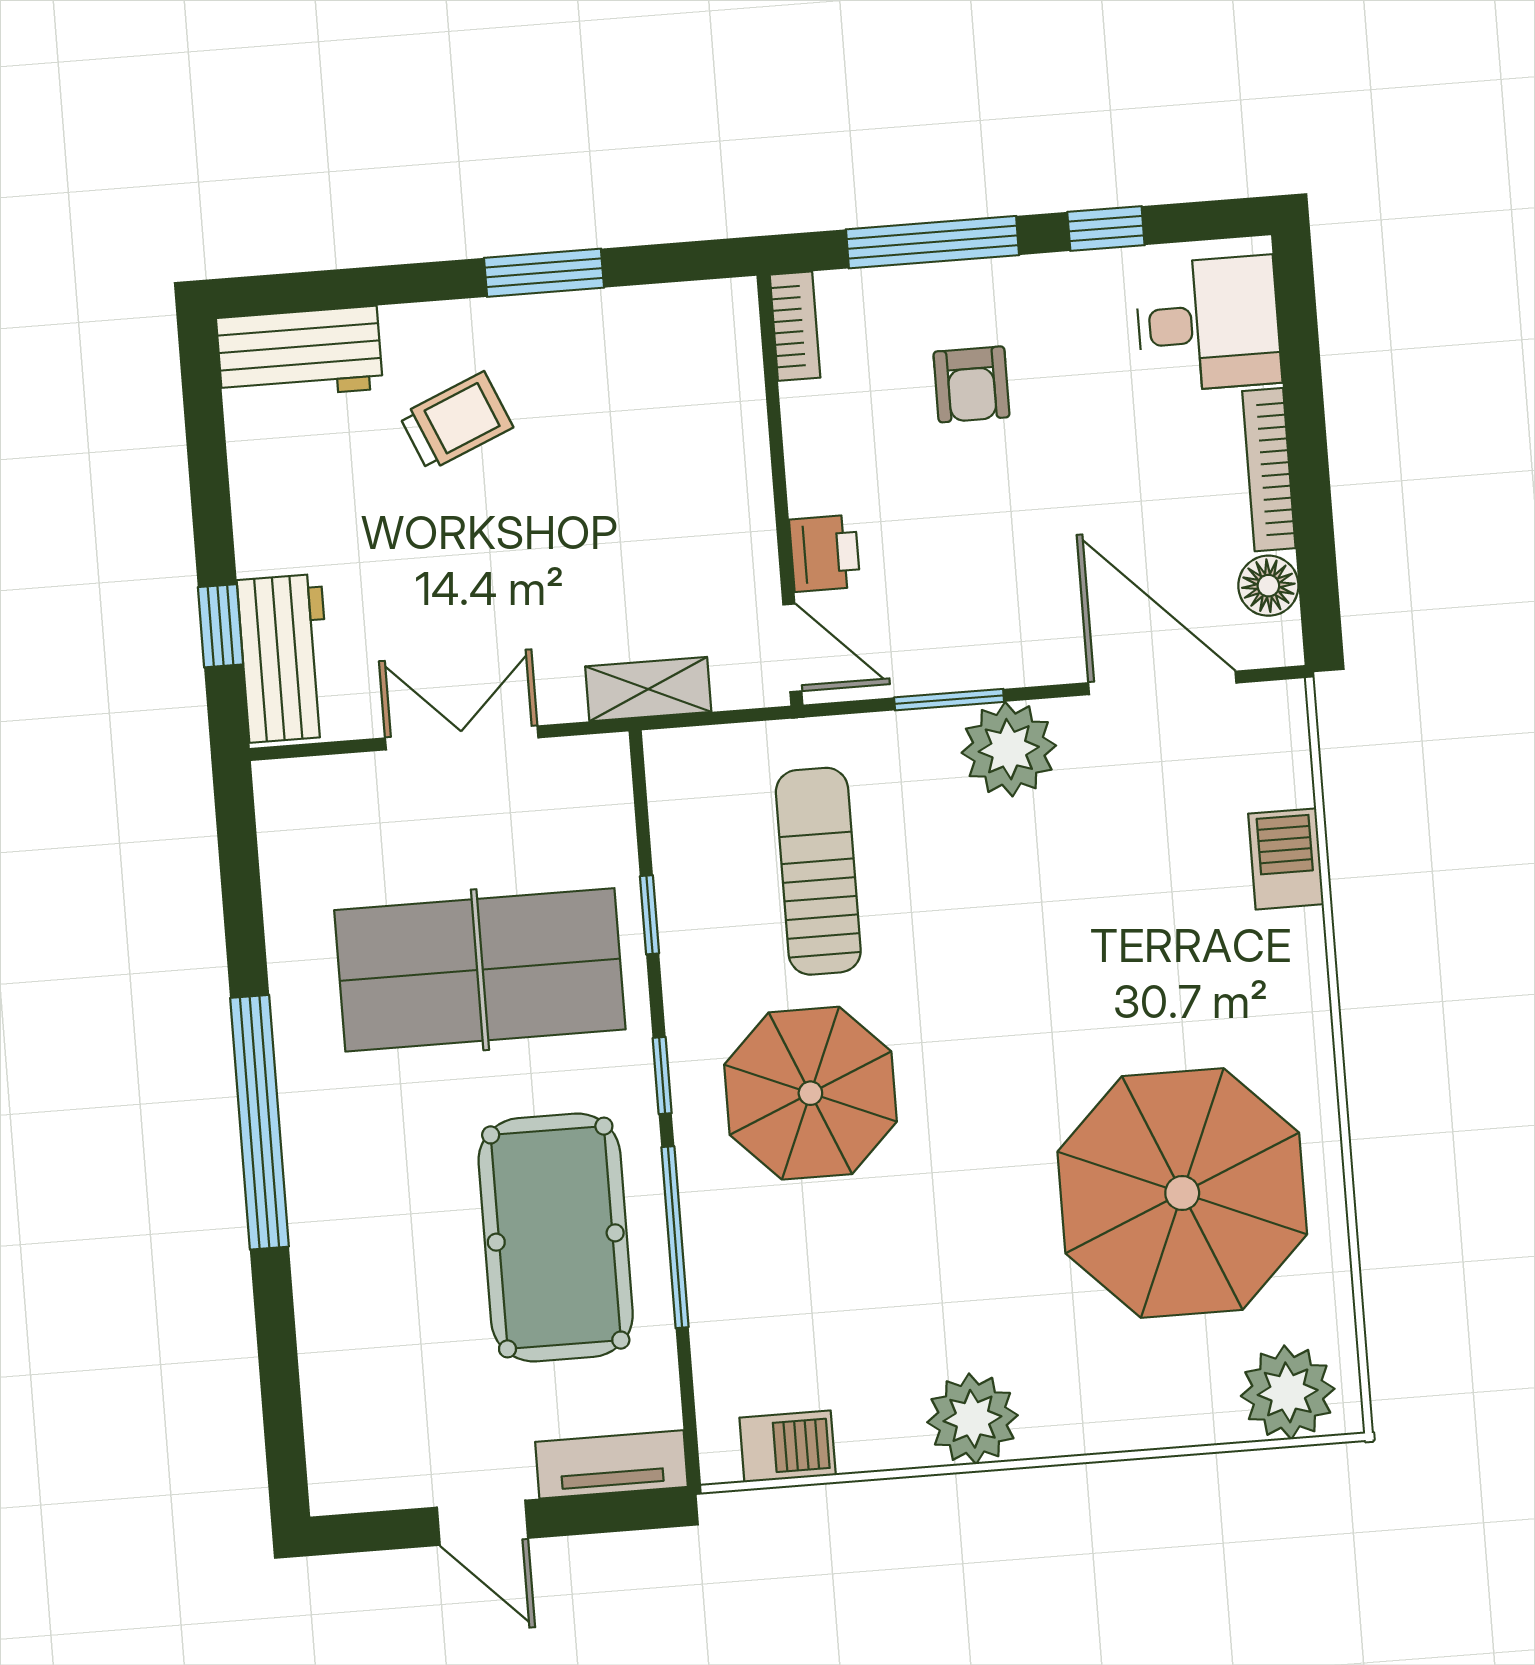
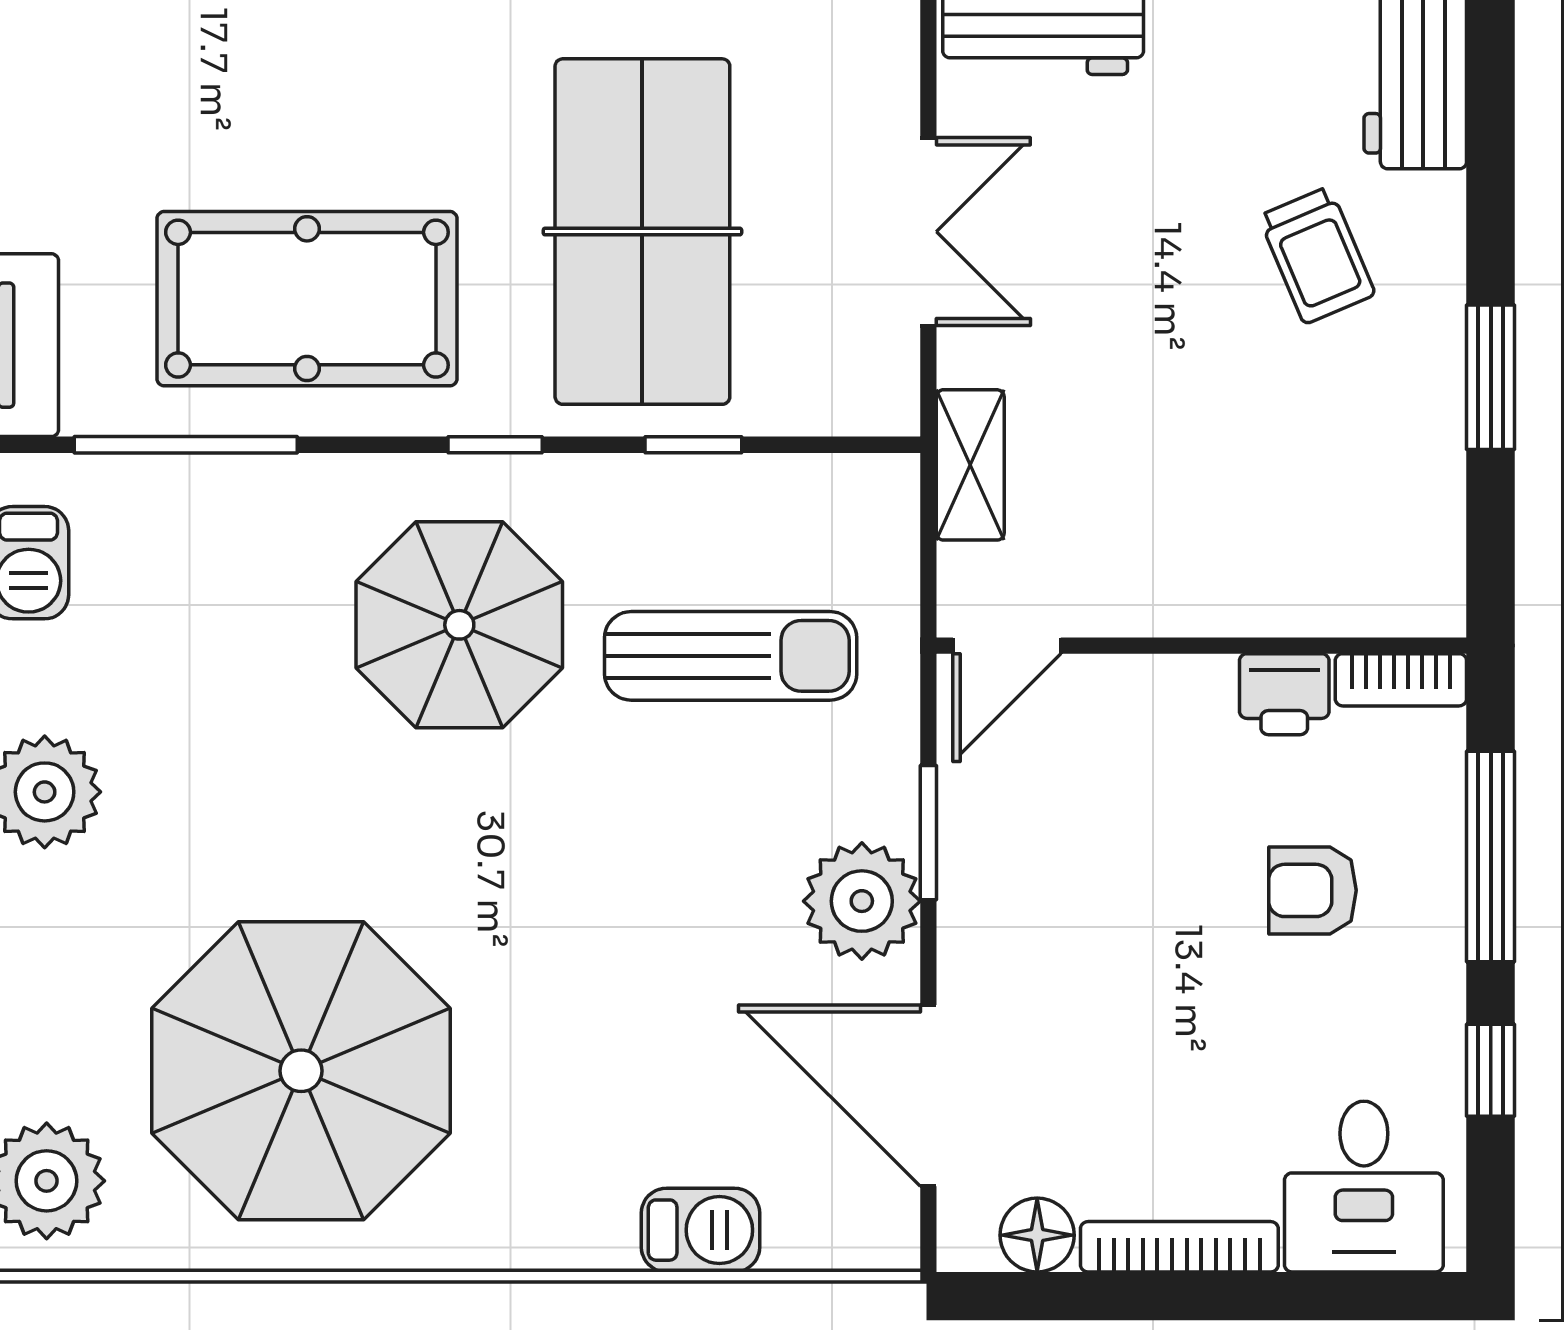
printer: (825, 553) -> (1284, 694), moved
door: (1162, 683) -> (928, 1096), swing flipped
window: (675, 1237) -> (186, 445), moved

